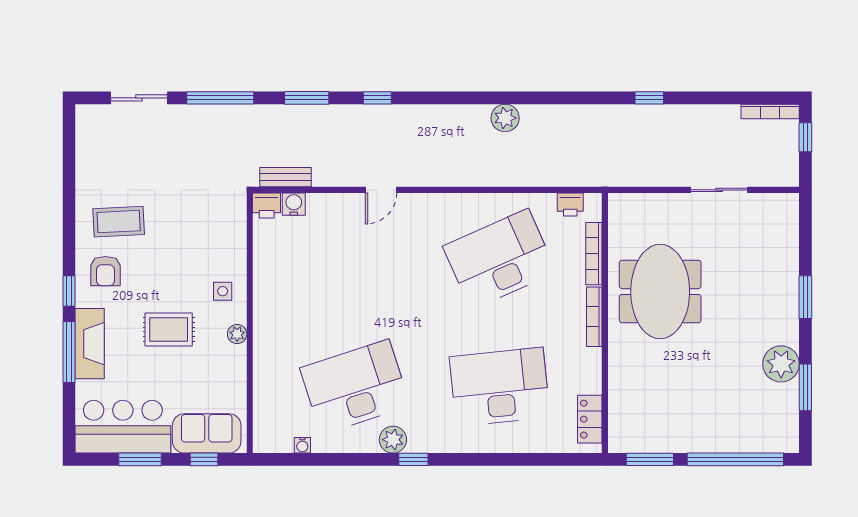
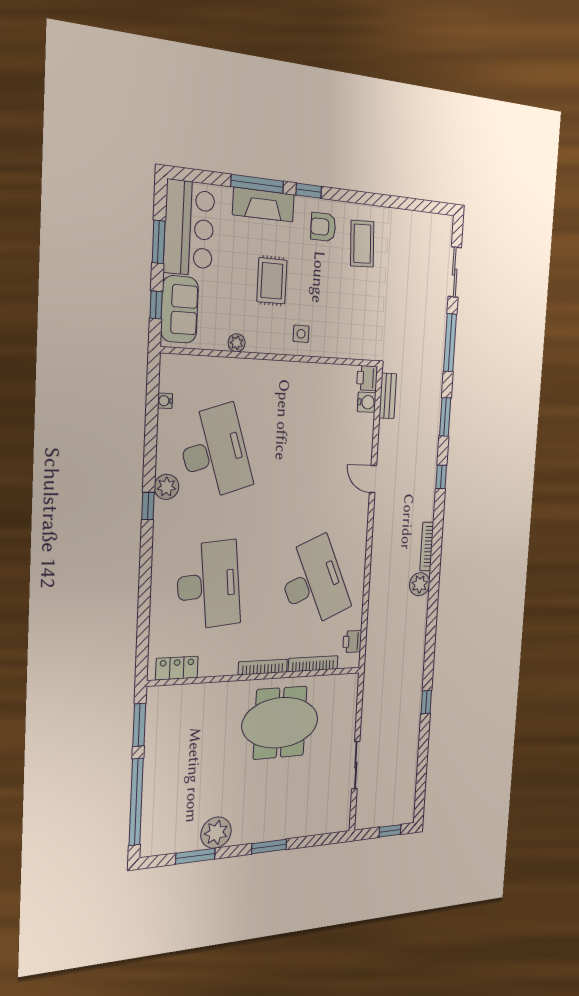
bookcase: (770, 111) -> (427, 547), moved
plant: (237, 334) -> (237, 343), moved

